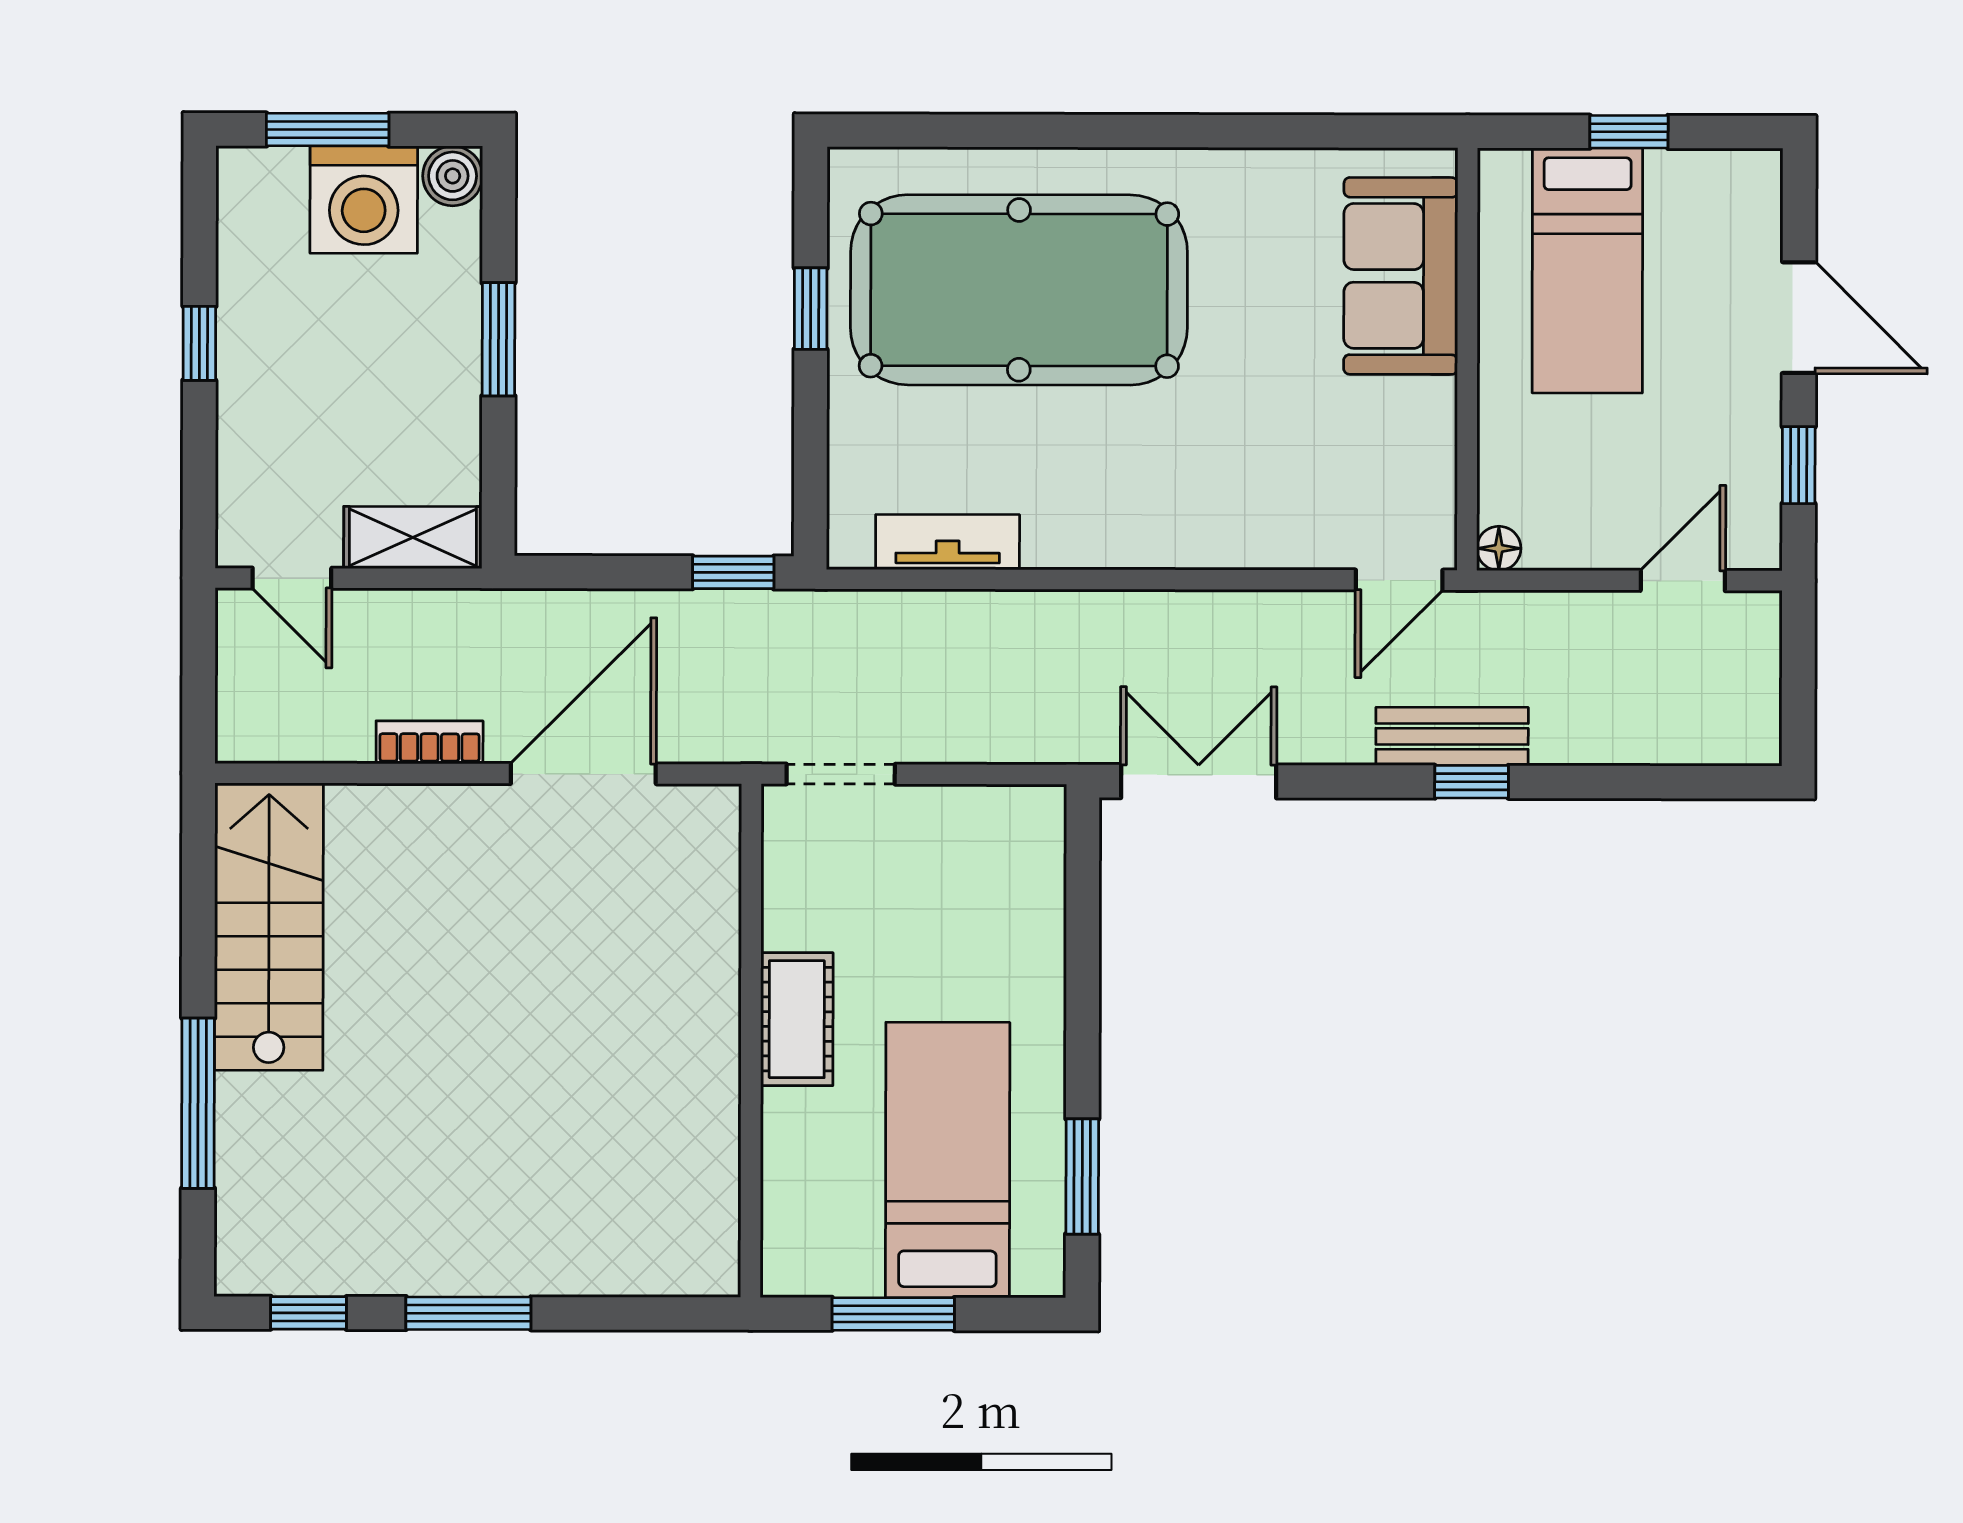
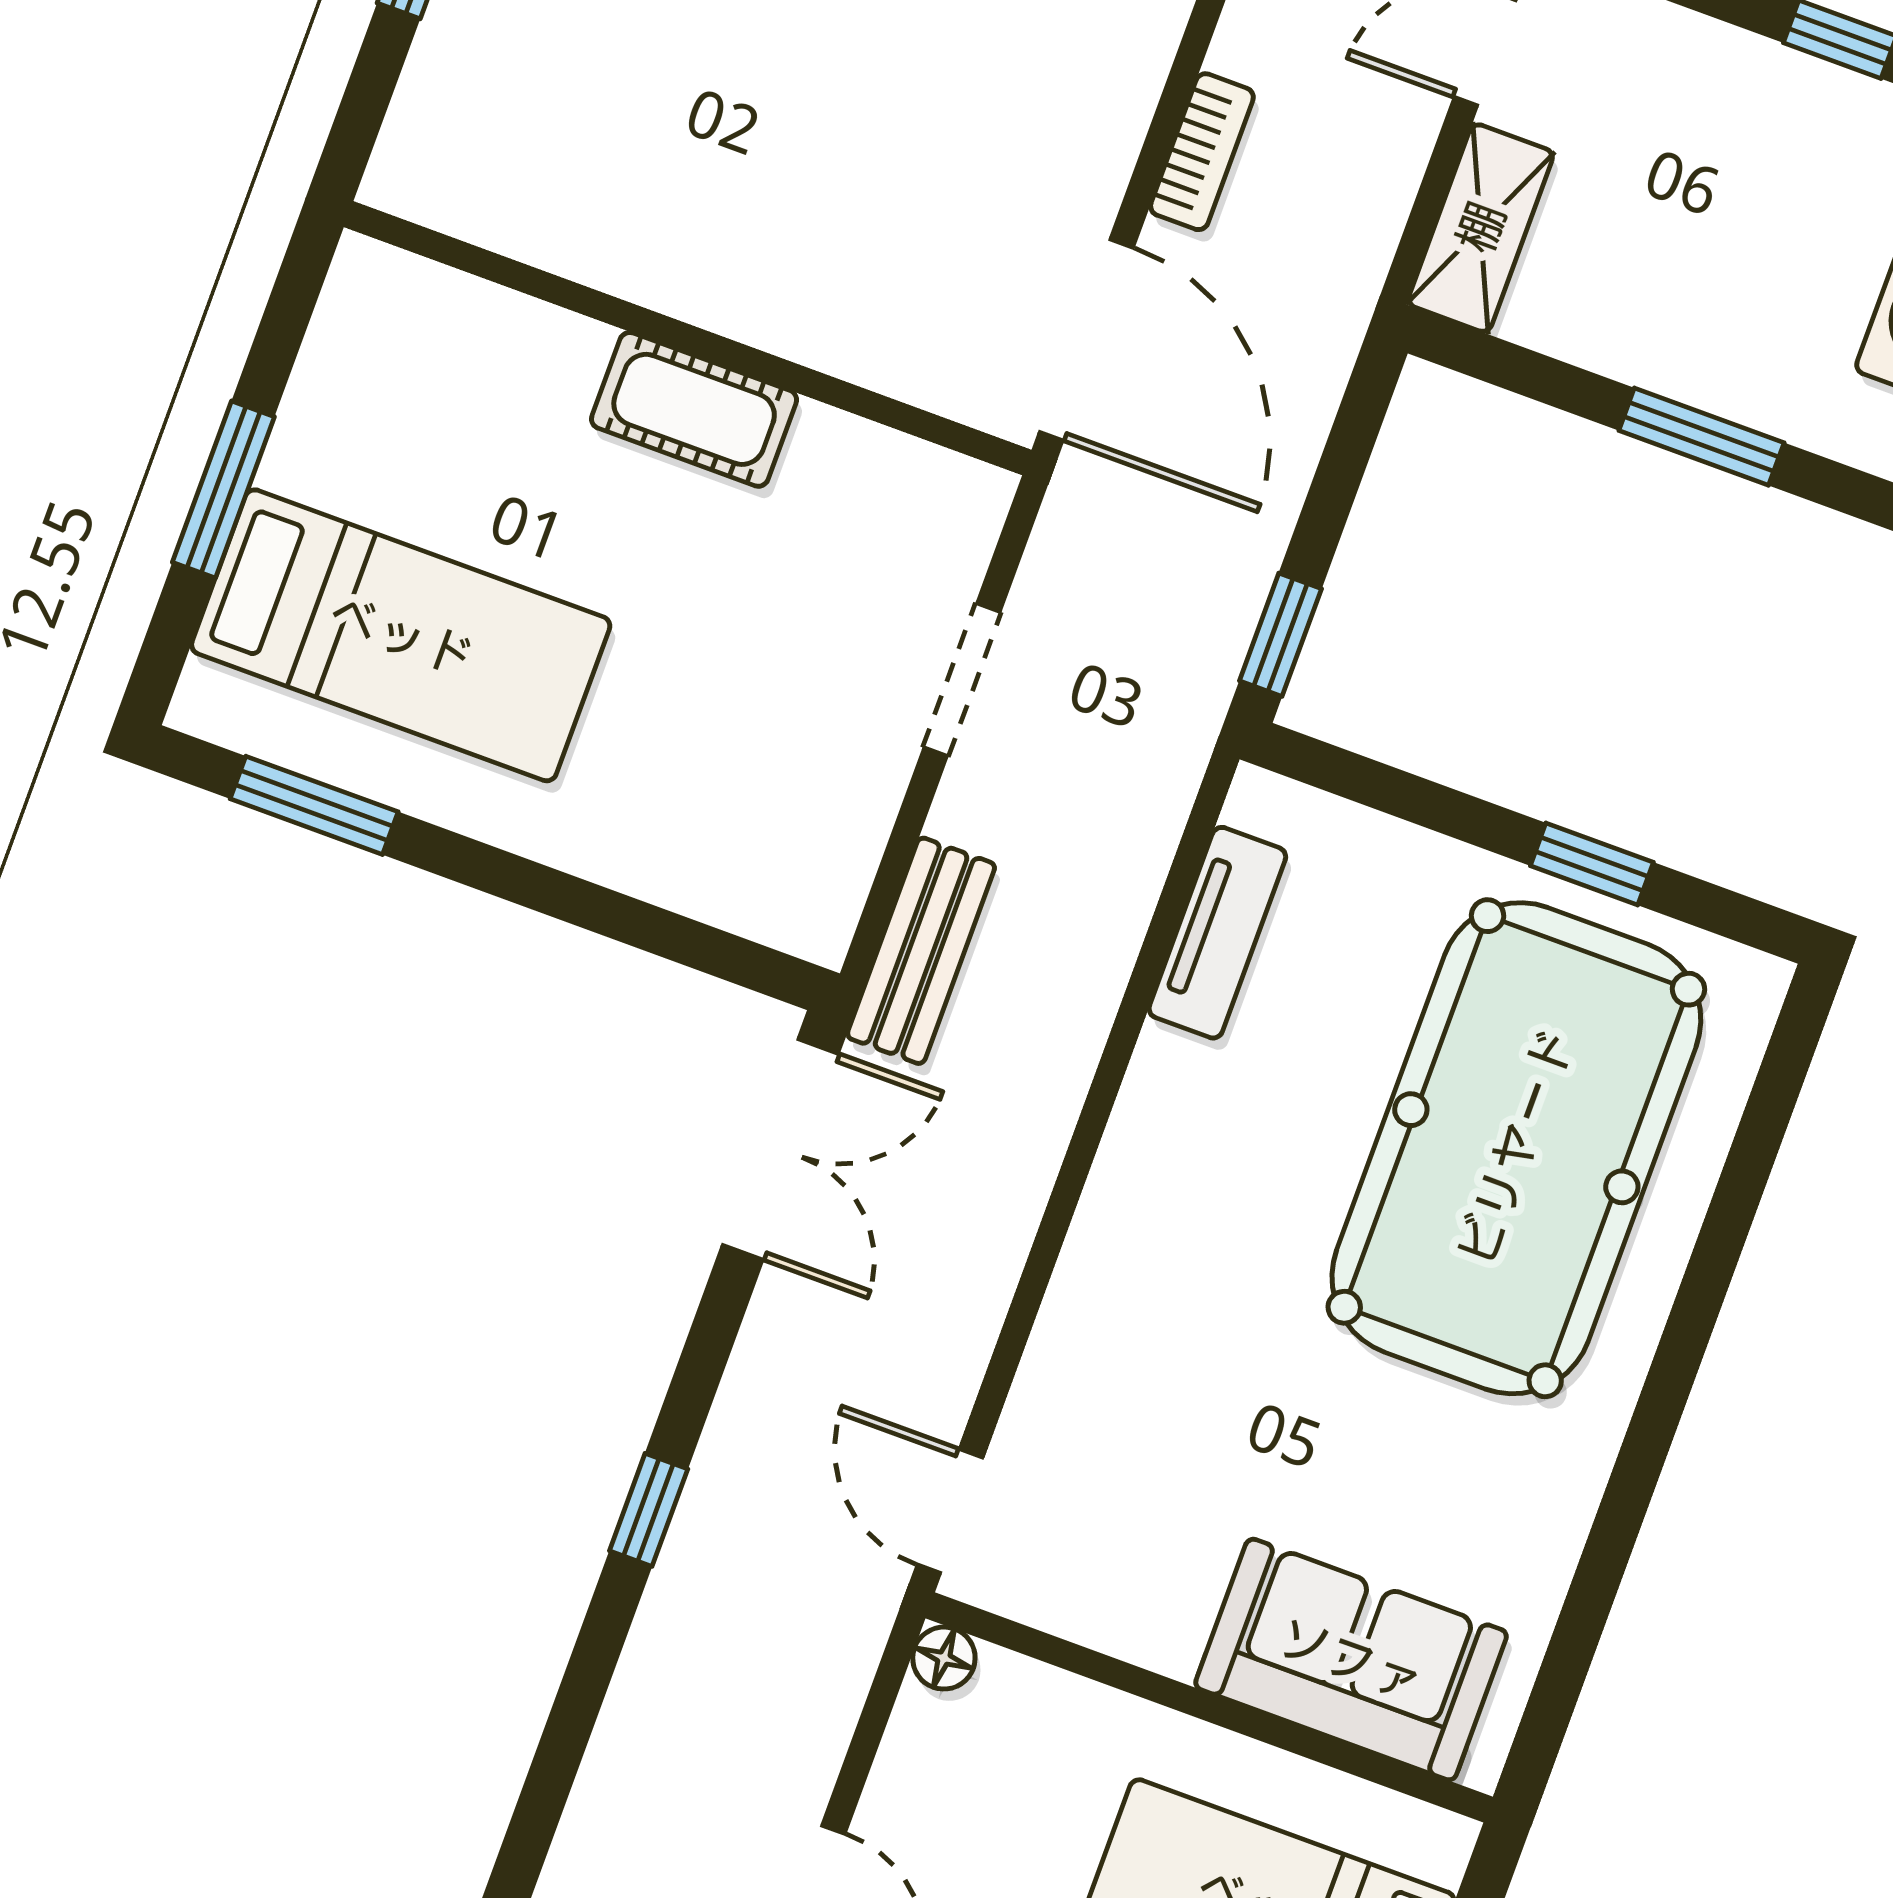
bench: (1452, 736) -> (921, 951), moved
cot: (797, 1019) -> (694, 409), moved
wall: (751, 1041) -> (688, 338), moved

